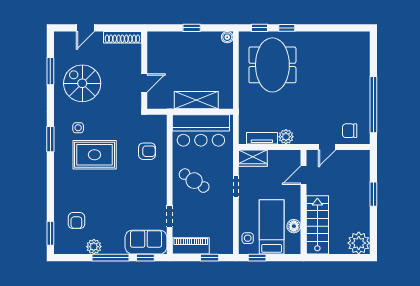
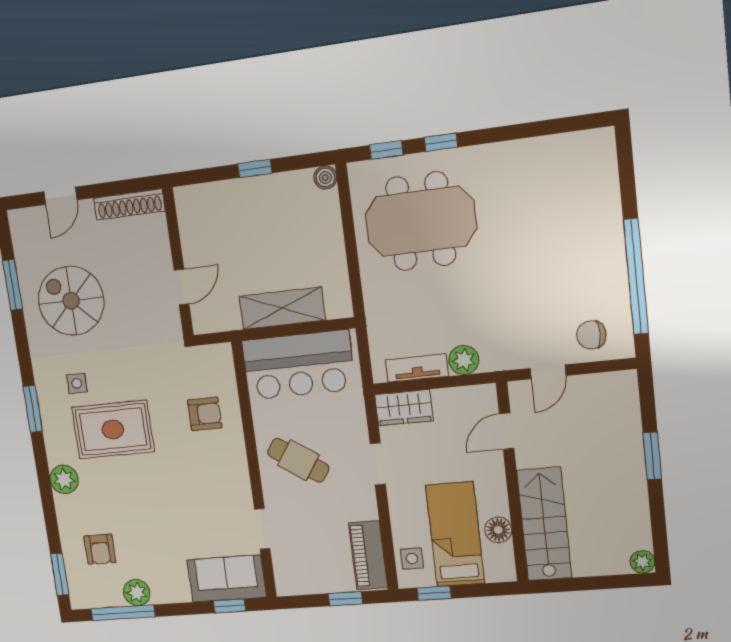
meeting table: (272, 65) -> (421, 221), turned 90
plant: (62, 180) -> (64, 479), added
plant: (359, 243) -> (642, 562), width x0.53, depth x0.53
piano: (191, 246) -> (368, 555), moved, turned -90
window: (111, 258) -> (123, 613), moved

